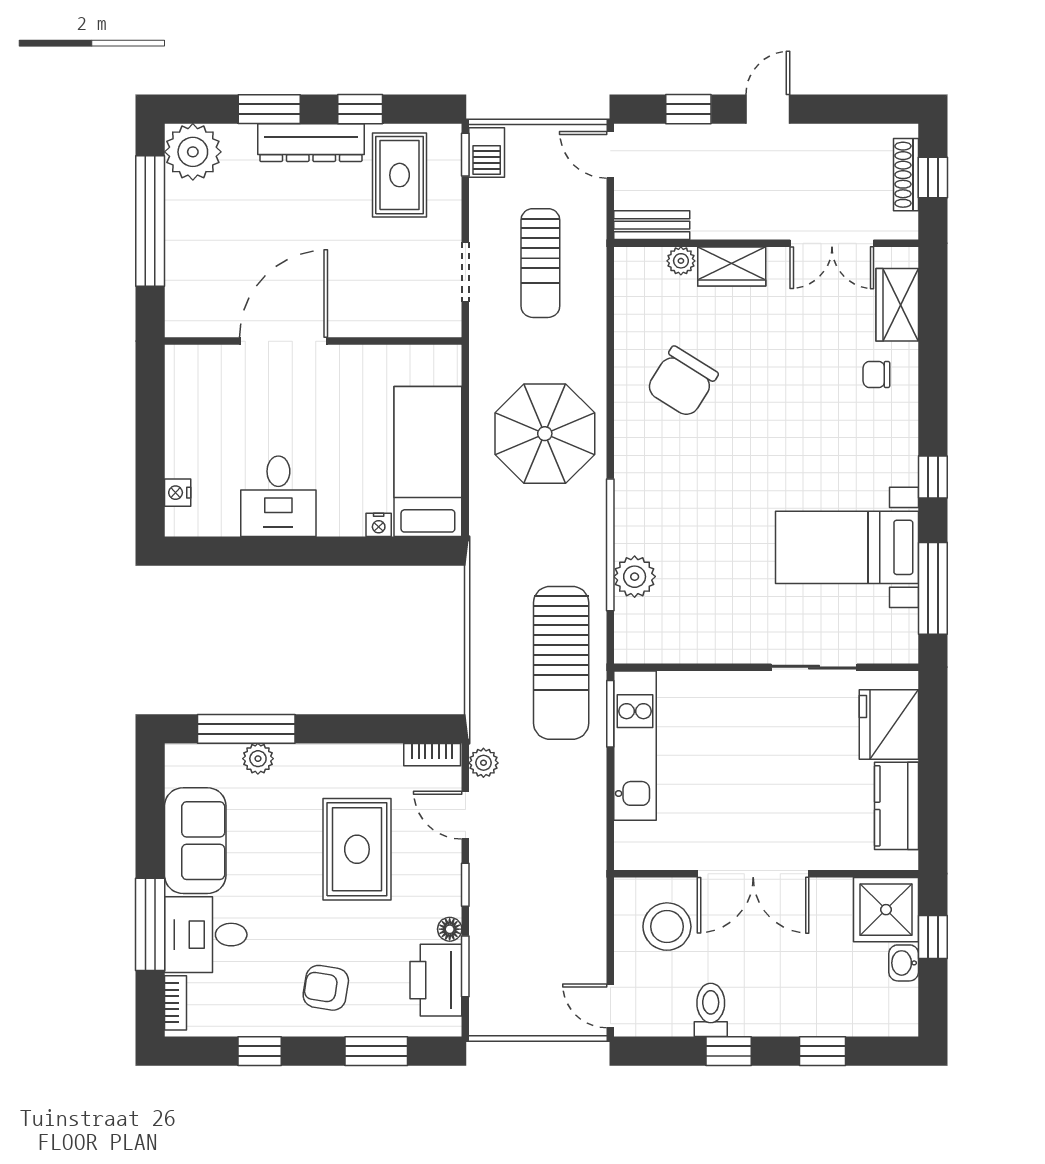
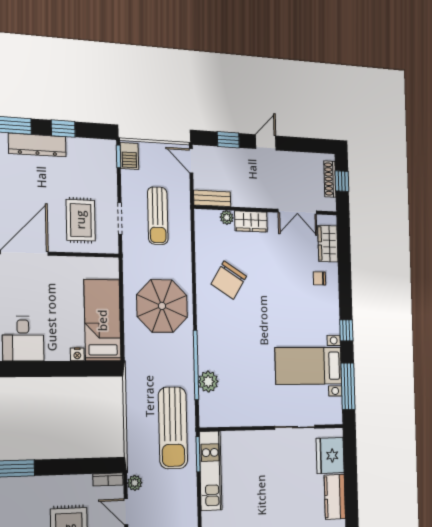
rug: (400, 175) -> (81, 220), moved
plant: (258, 759) -> (14, 485), removed

